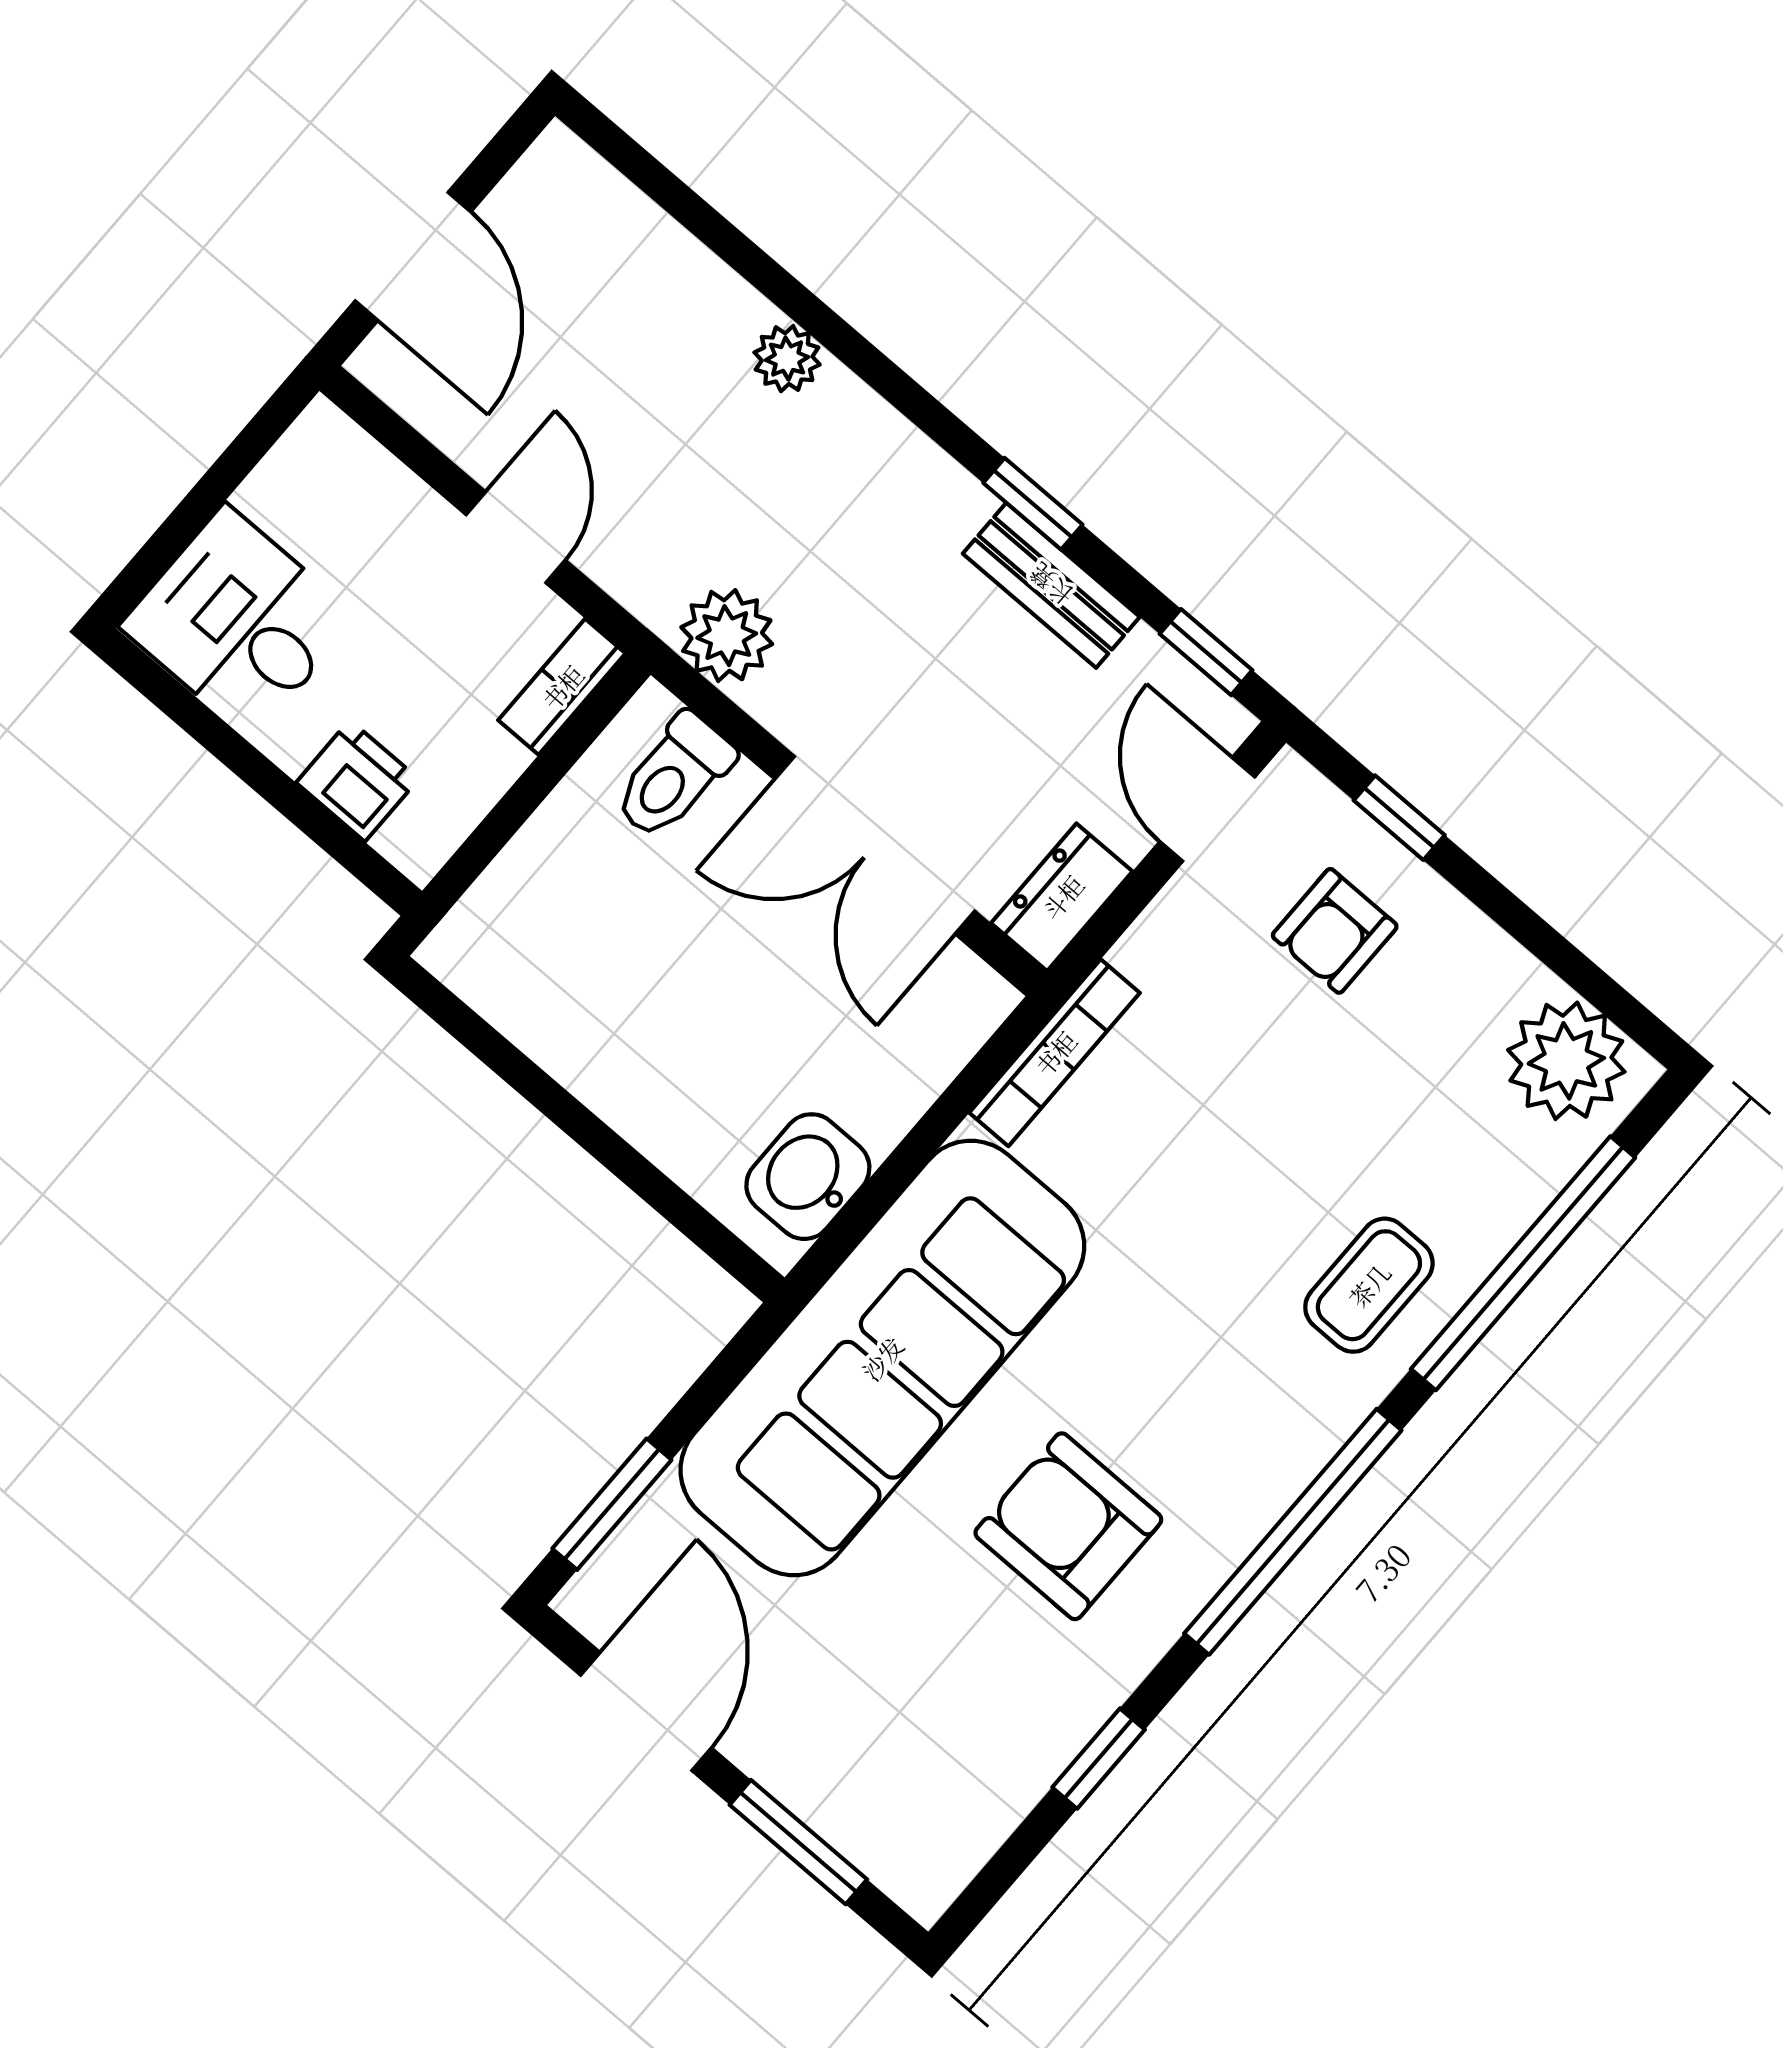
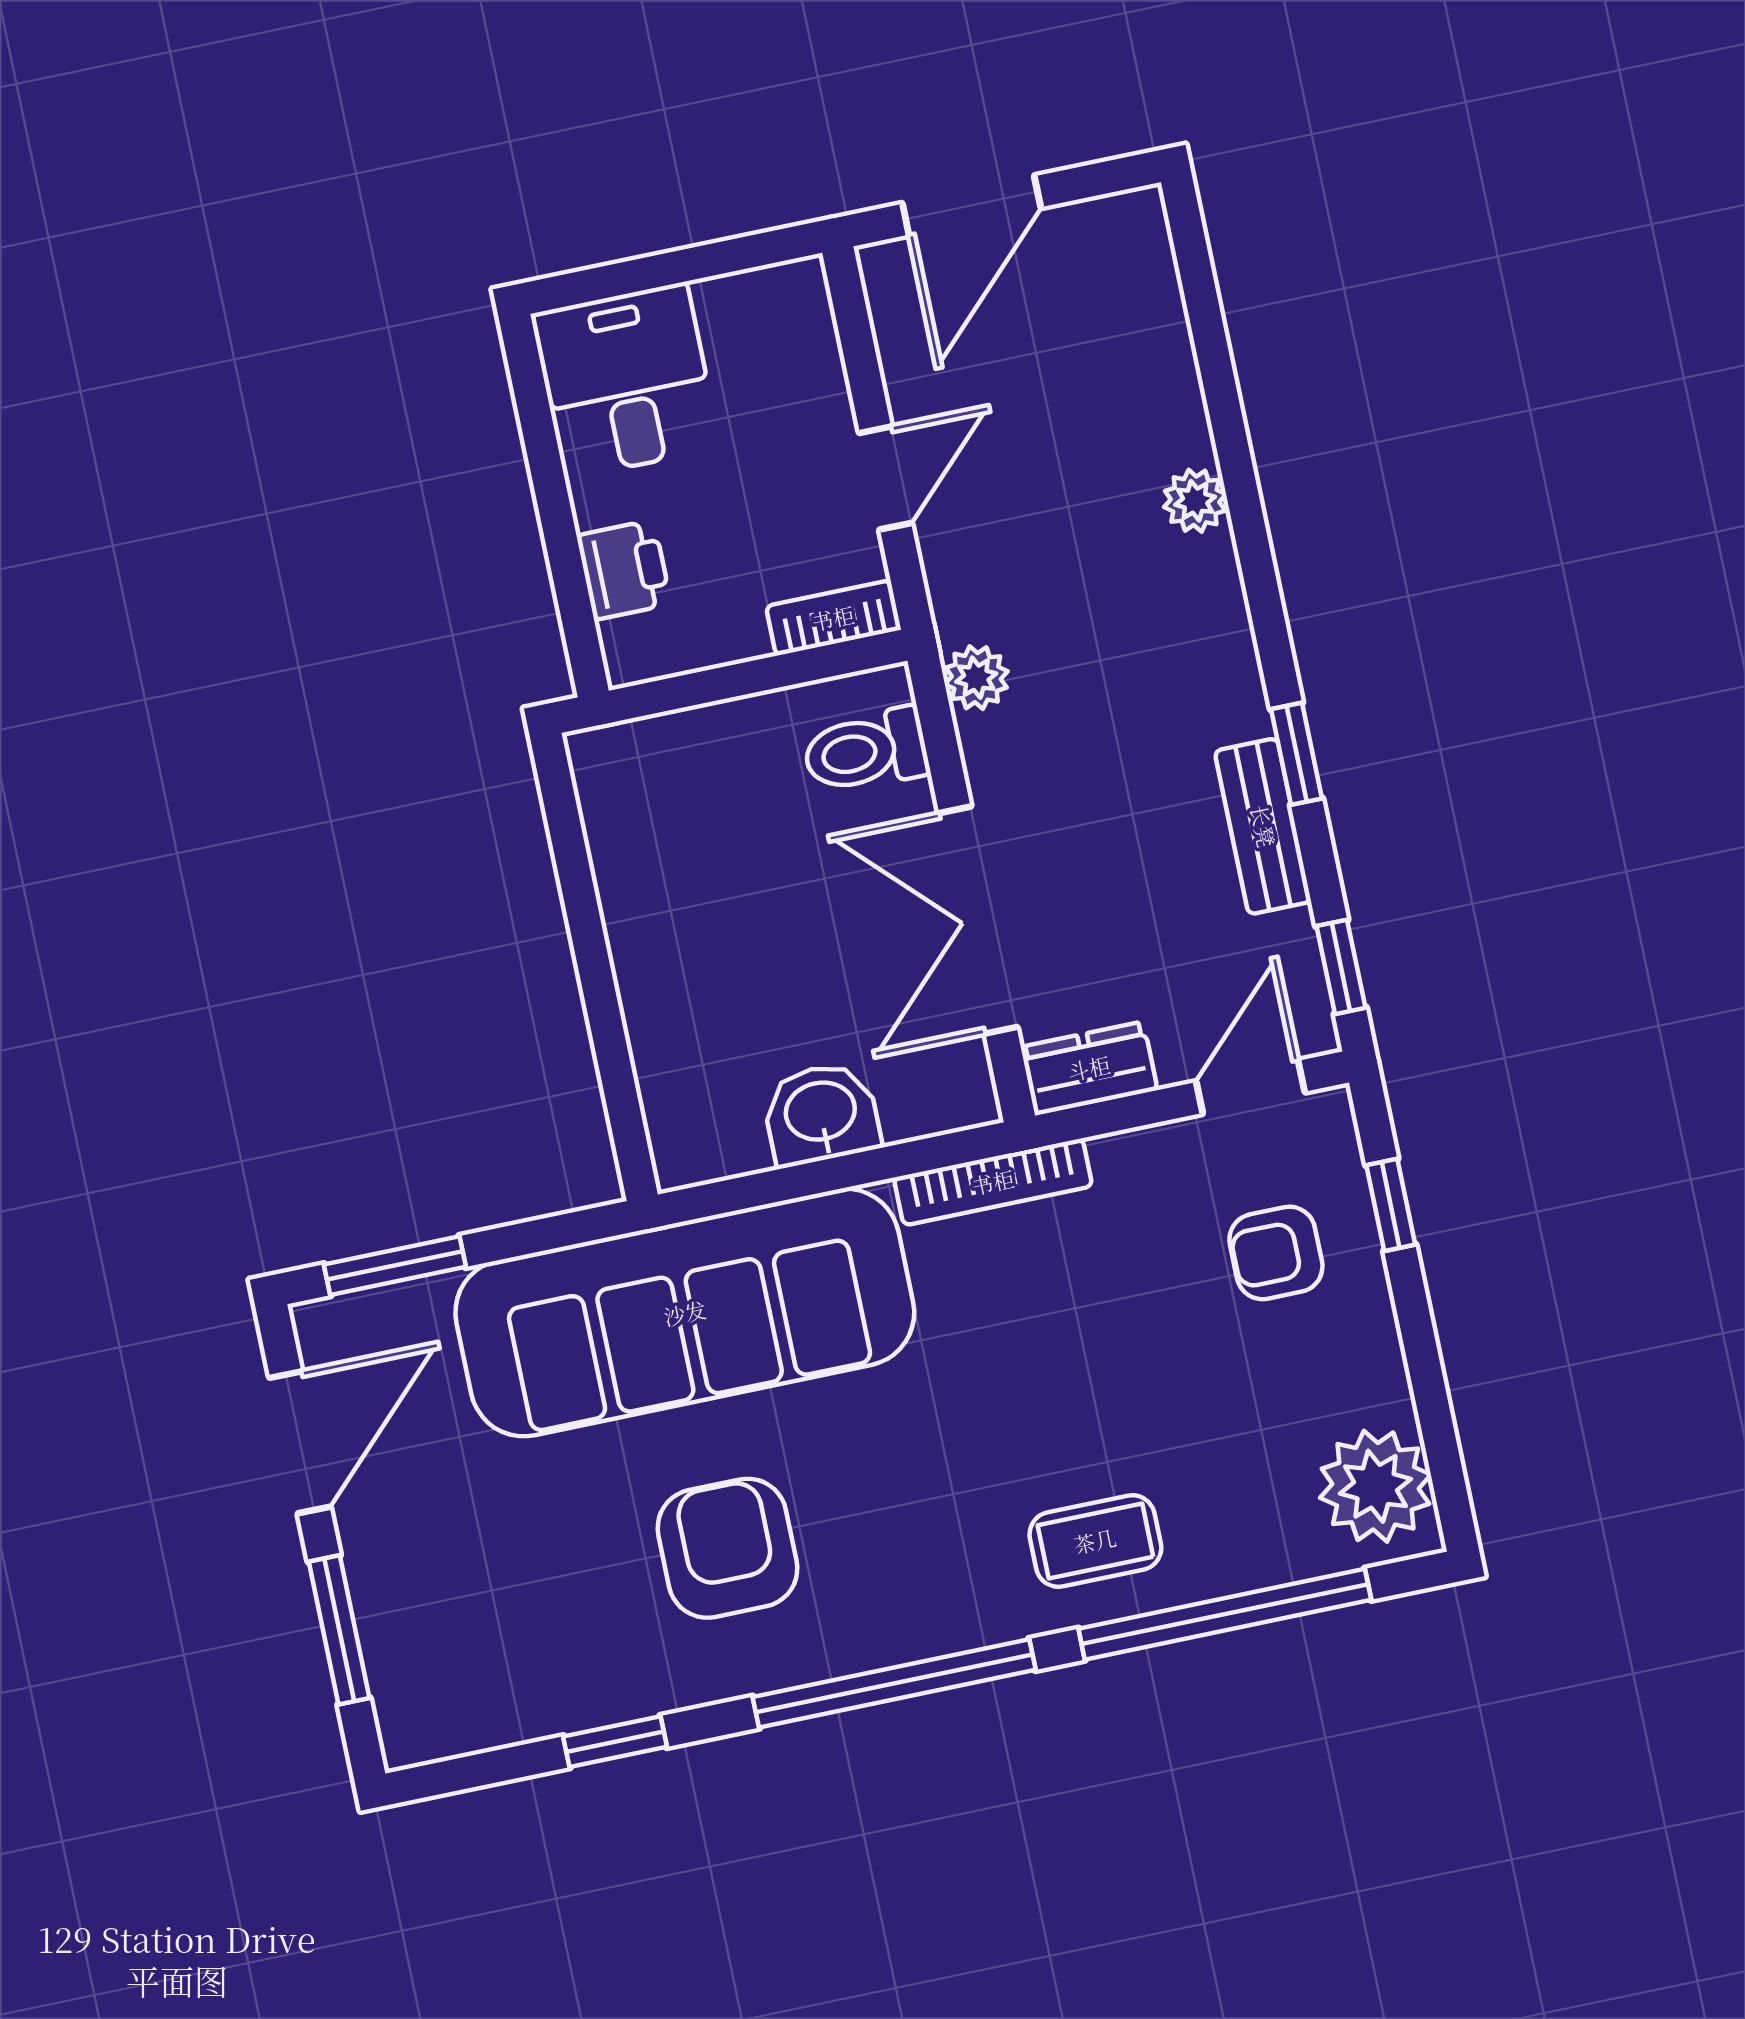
plant: (727, 636) -> (976, 678), width x0.73, depth x0.73
washbasin: (808, 1177) -> (821, 1114), moved

